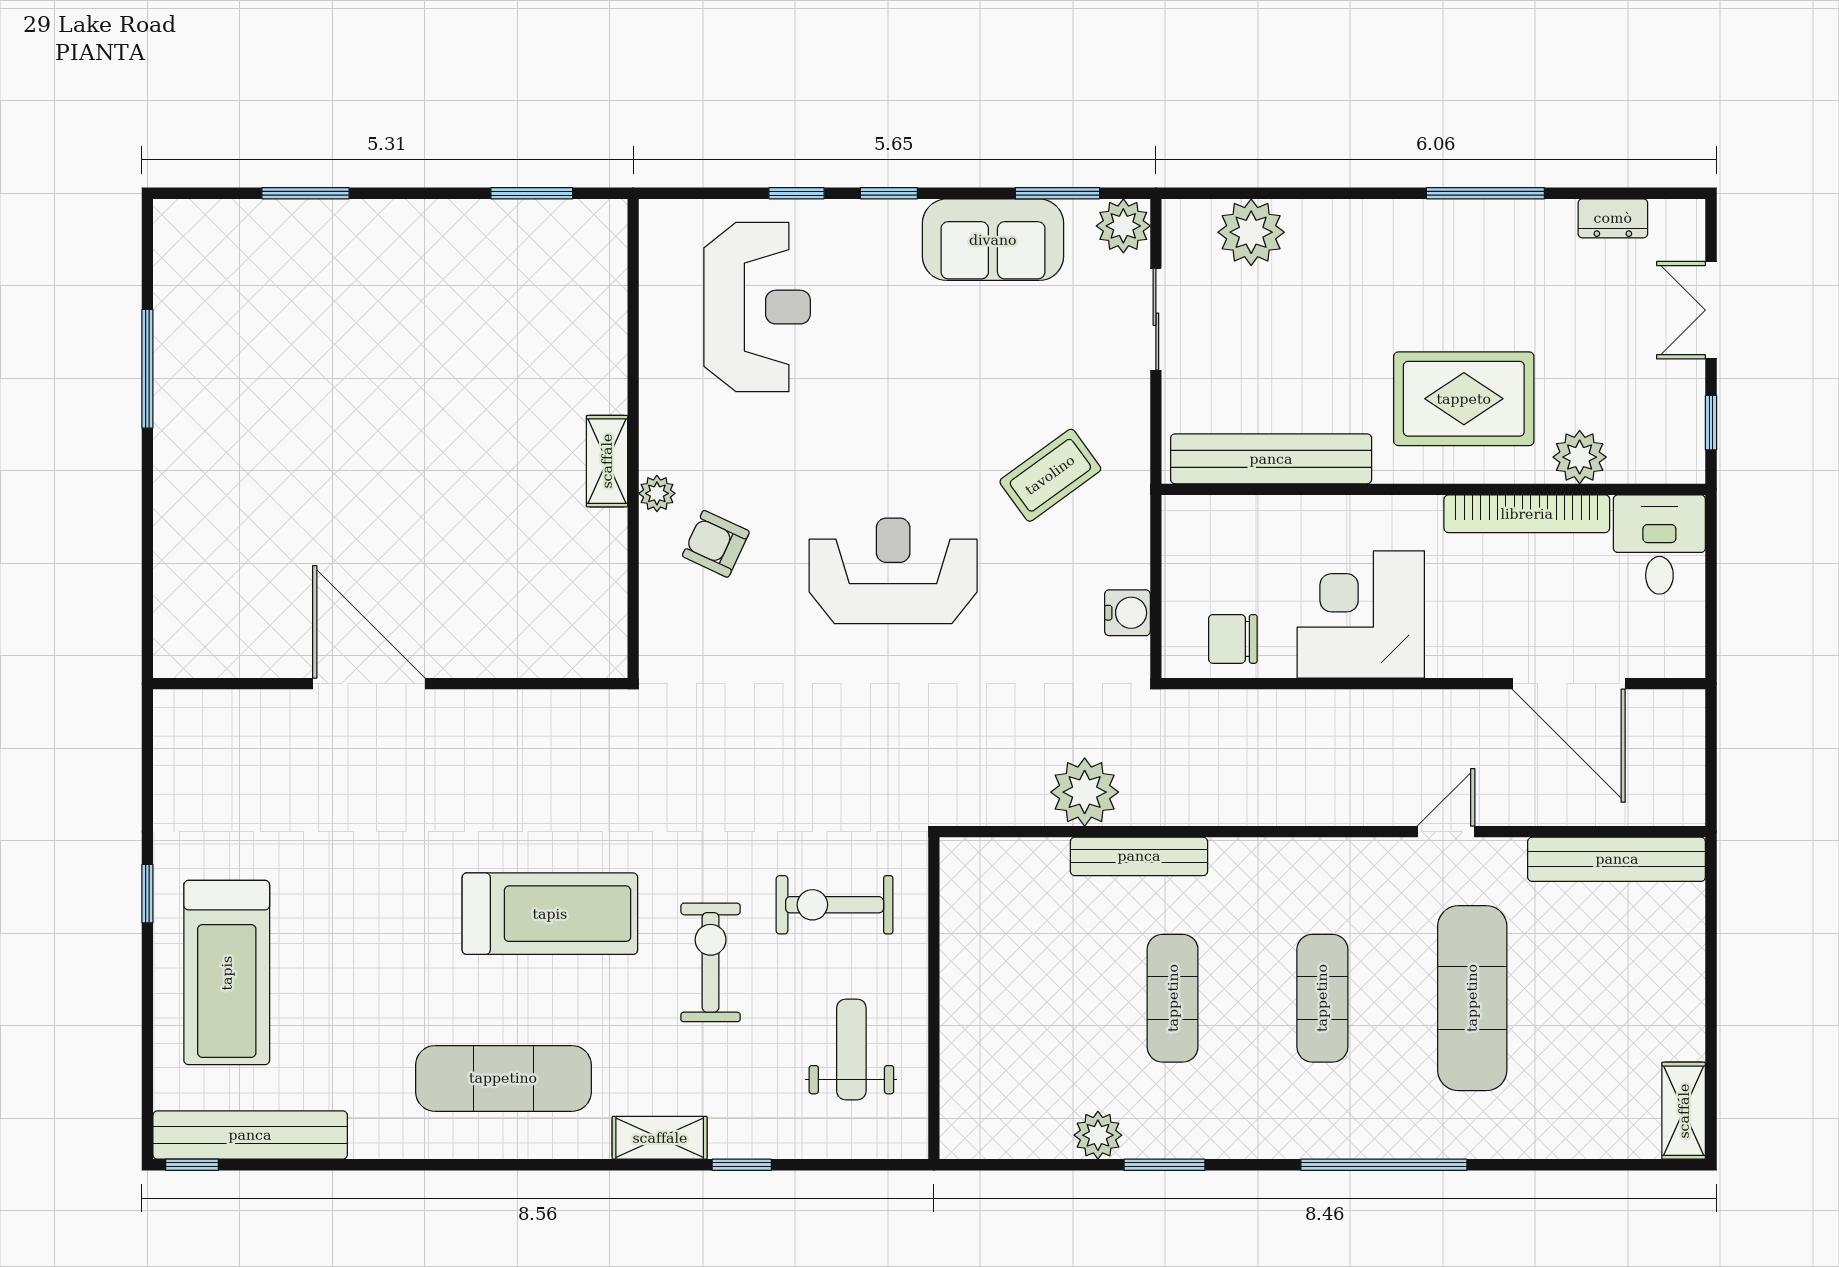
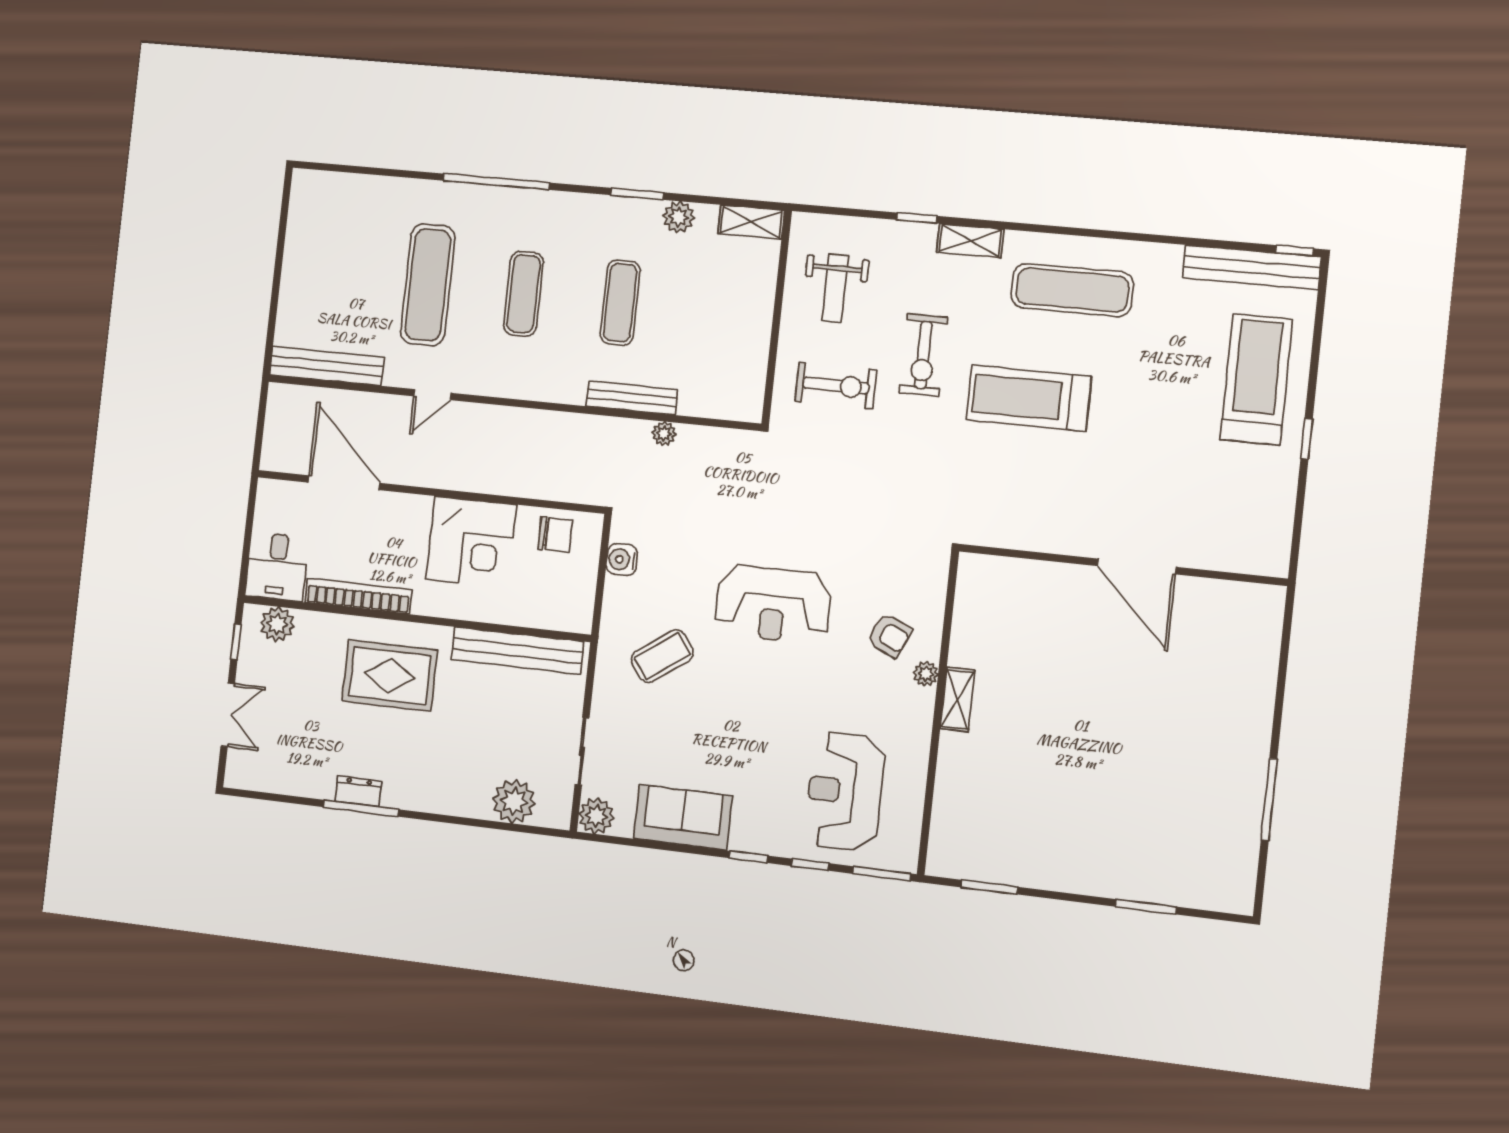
window: (1057, 193) -> (882, 874), moved
dresser: (1613, 218) -> (358, 791), moved
plant: (1580, 457) -> (277, 624), moved
plant: (1085, 792) -> (664, 433), width x0.53, depth x0.53
shelving: (1684, 1111) -> (751, 222), moved, turned 90

